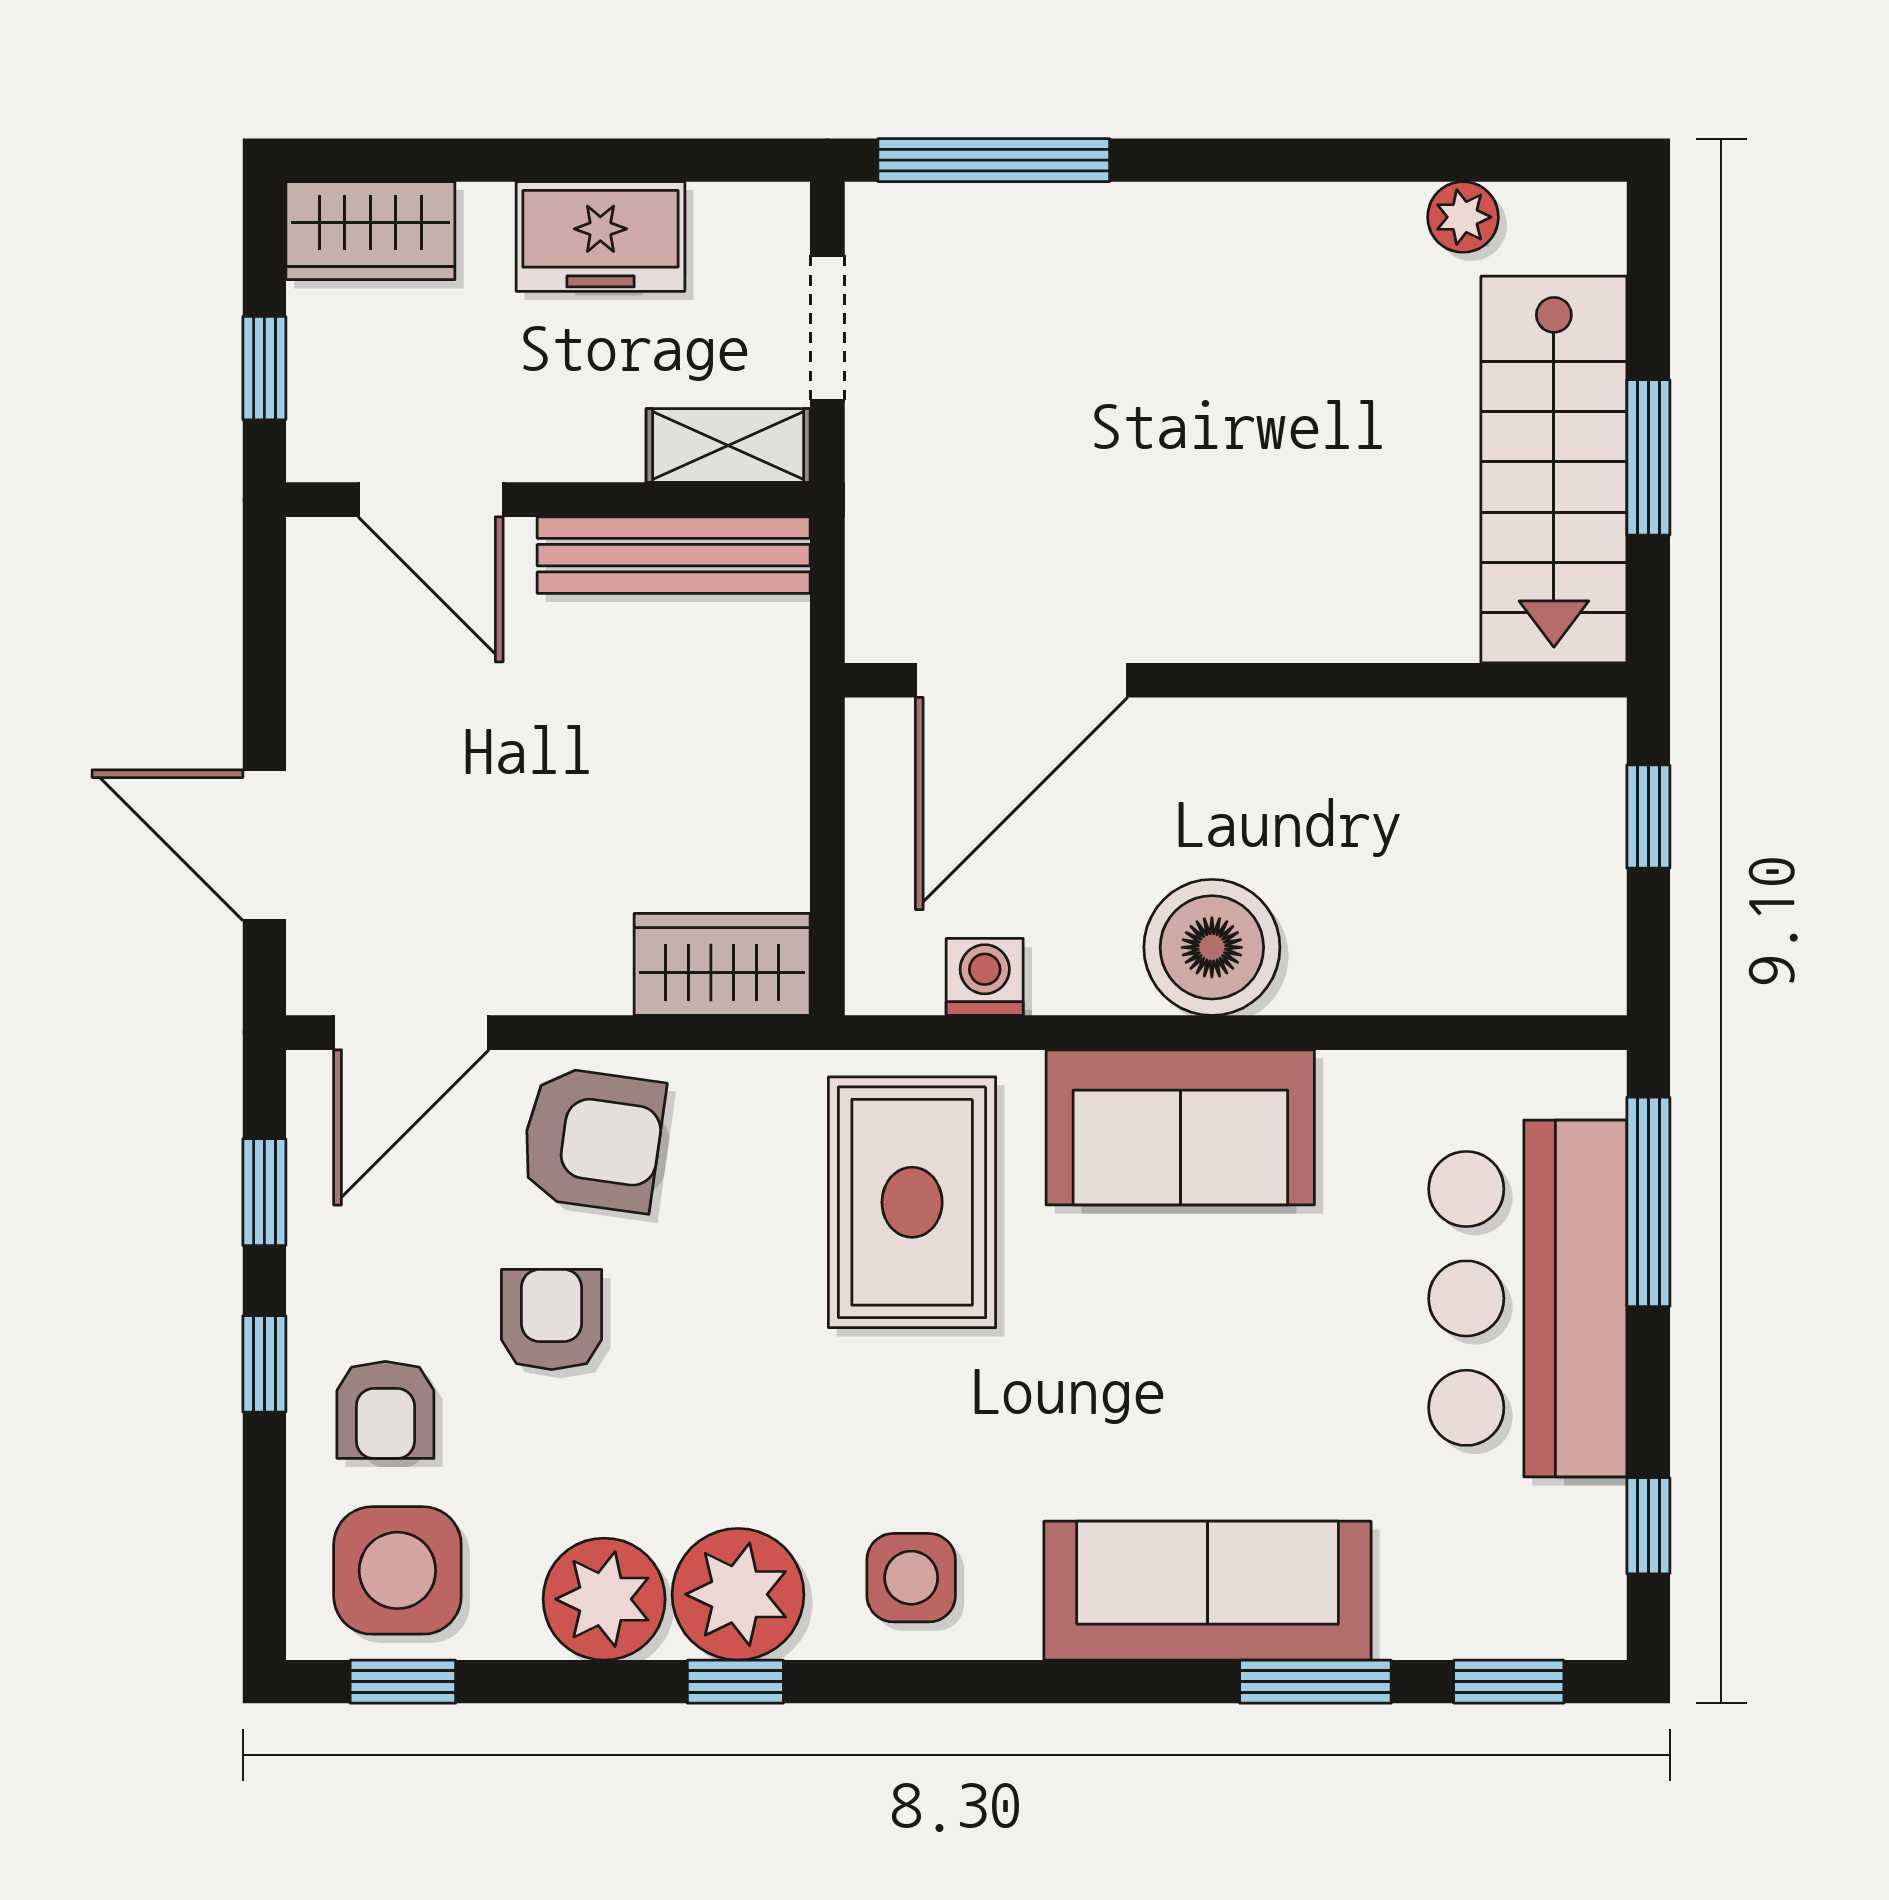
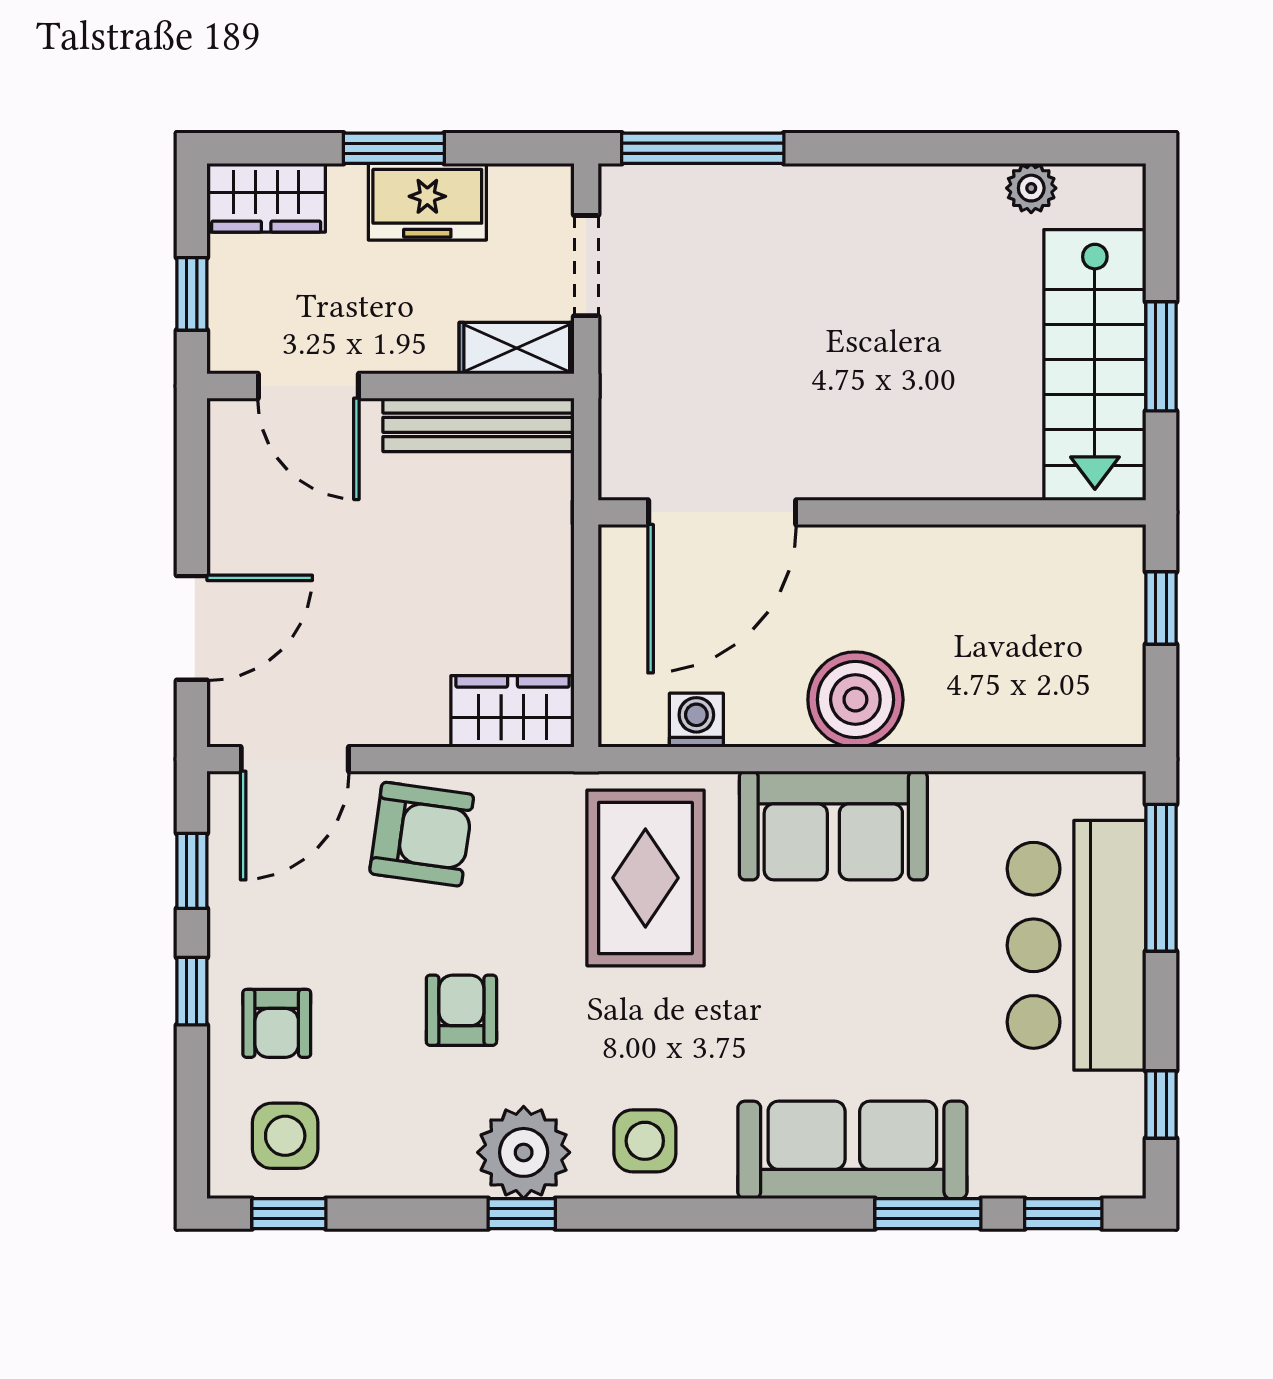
window: (553, 160) -> (394, 148), added
door: (264, 845) -> (192, 628), swing flipped
armchair: (552, 1320) -> (461, 1010), moved
side table: (397, 1570) -> (285, 1136), width x0.73, depth x0.73
plant: (604, 1599) -> (430, 1156), removed

